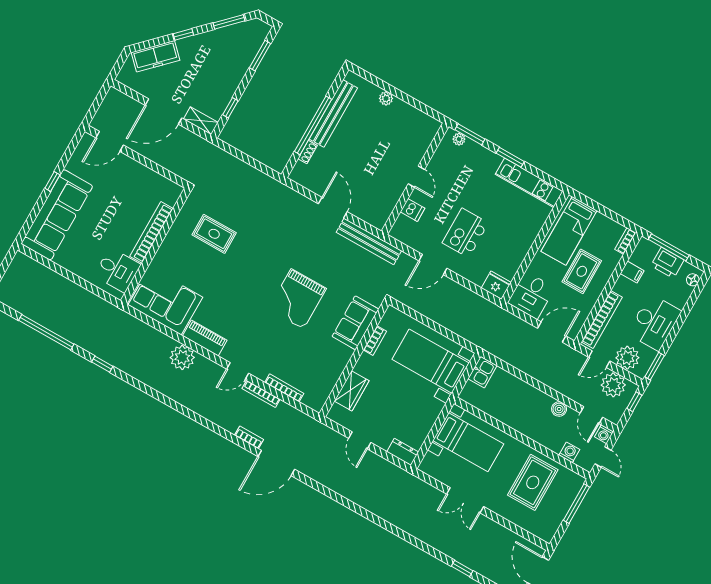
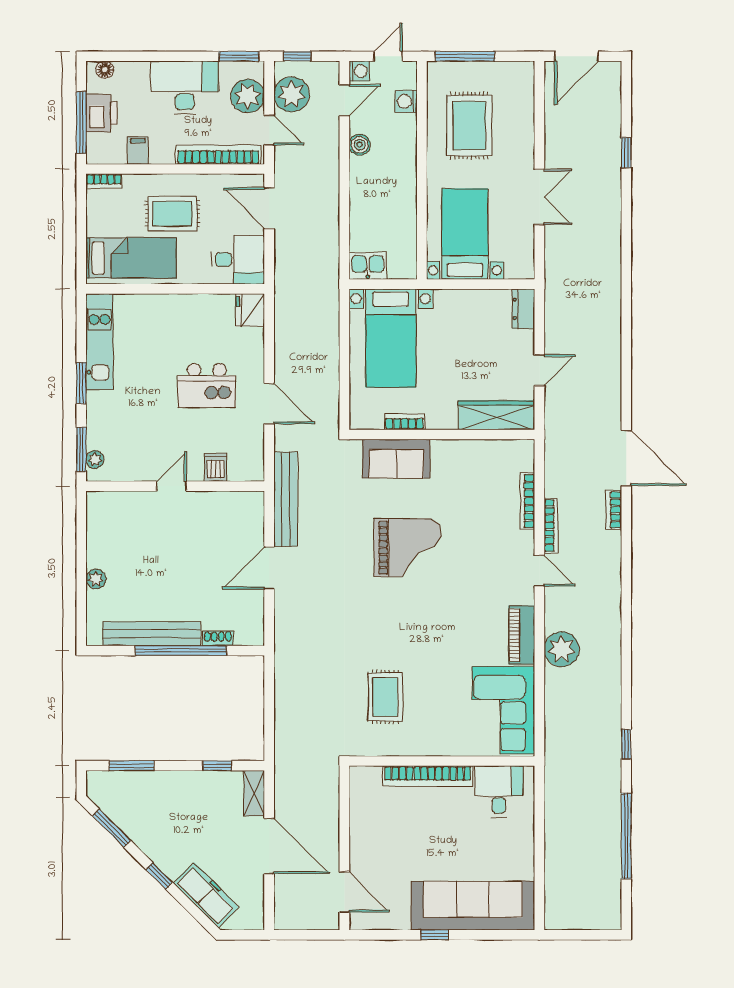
wardrobe: (352, 391) -> (496, 415), width x1.50
rug: (533, 482) -> (469, 126), turned 90

